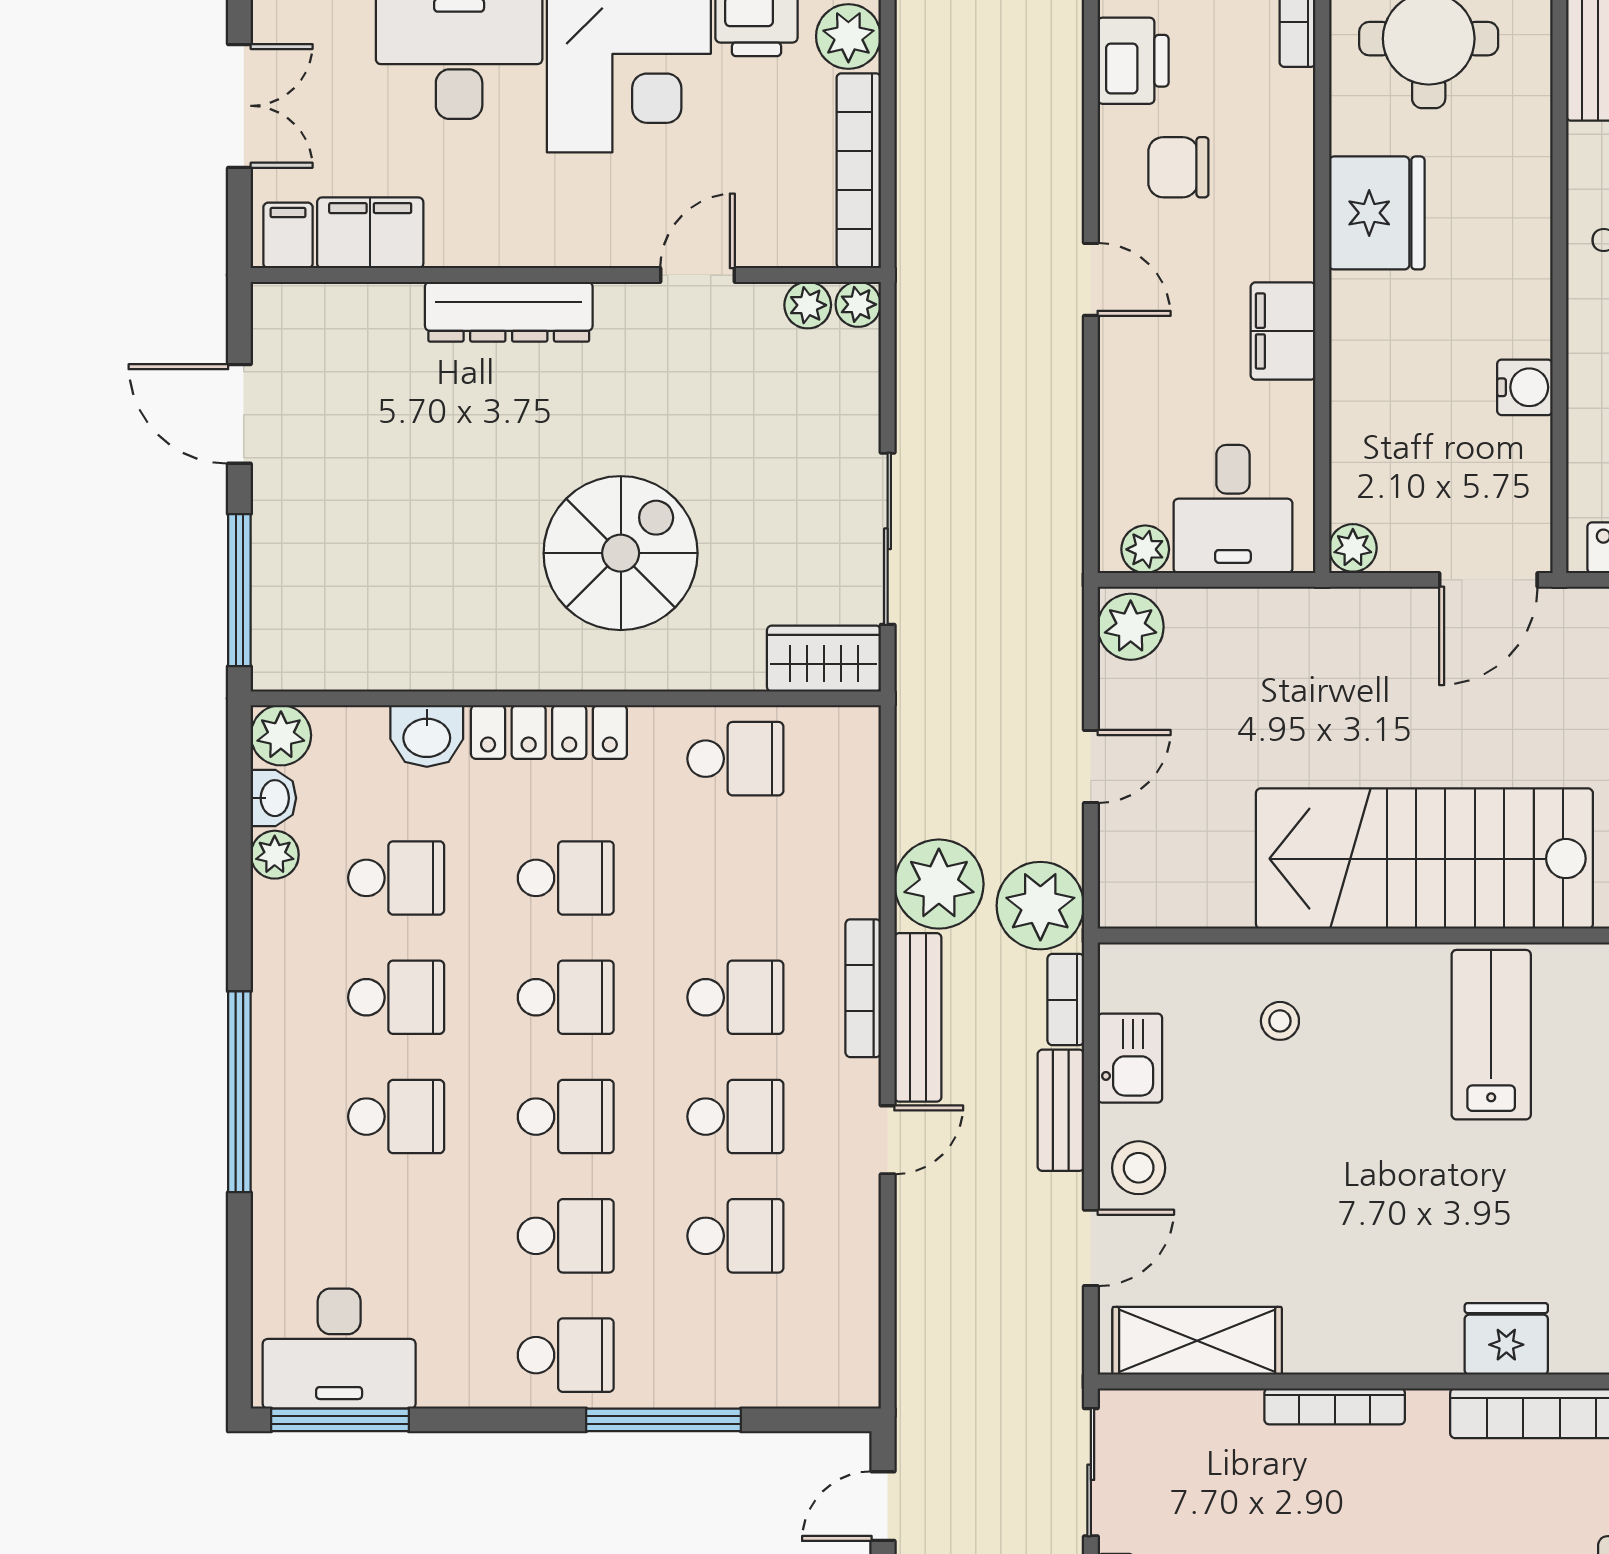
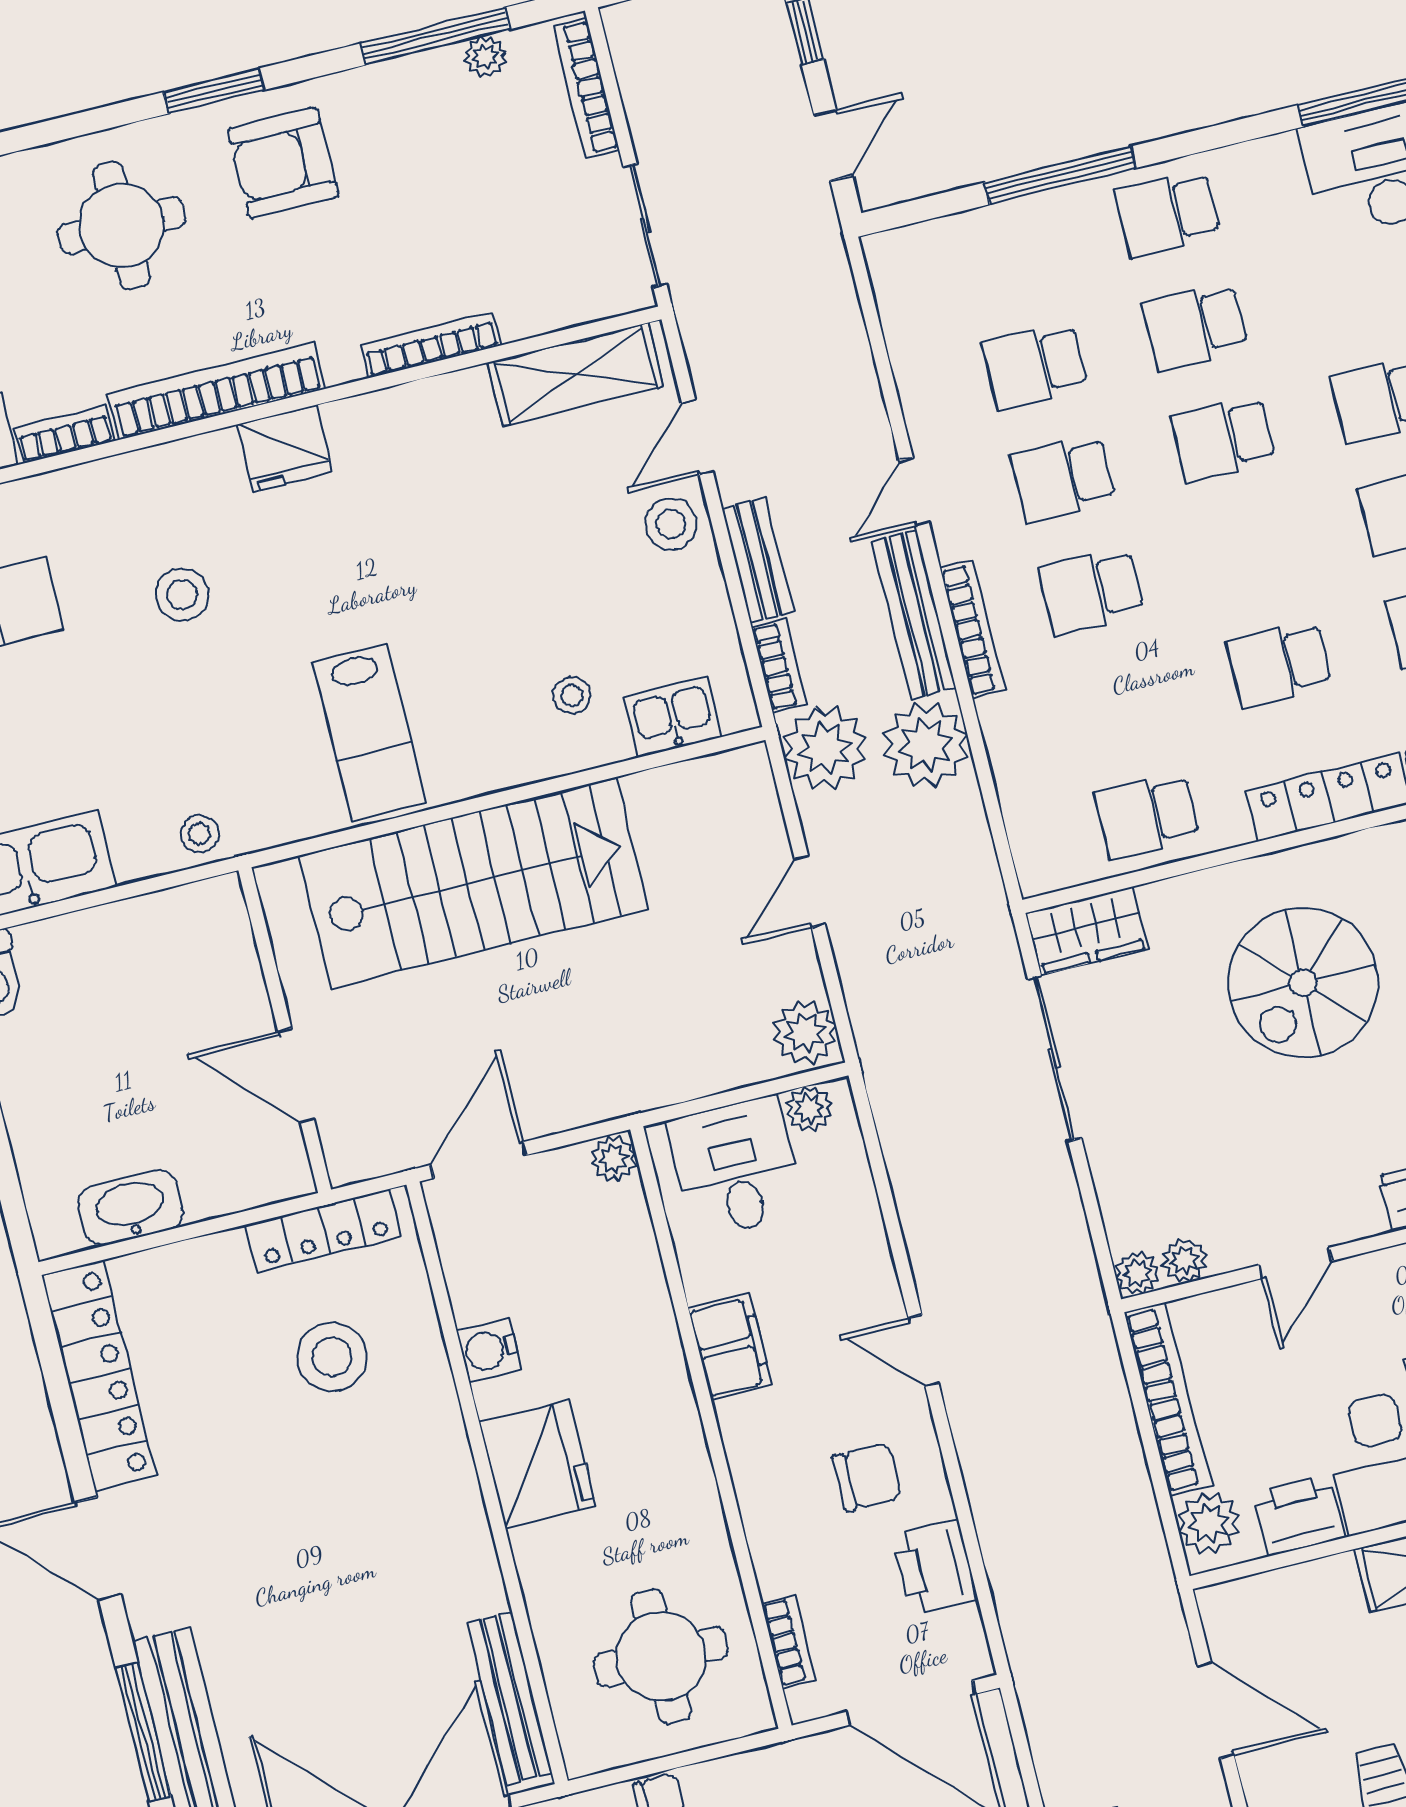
fridge: (1377, 213) -> (537, 1464), moved, turned 180
school desk: (566, 997) -> (1251, 551), removed
kitchen sink: (1130, 1058) -> (673, 717), moved, turned 90

